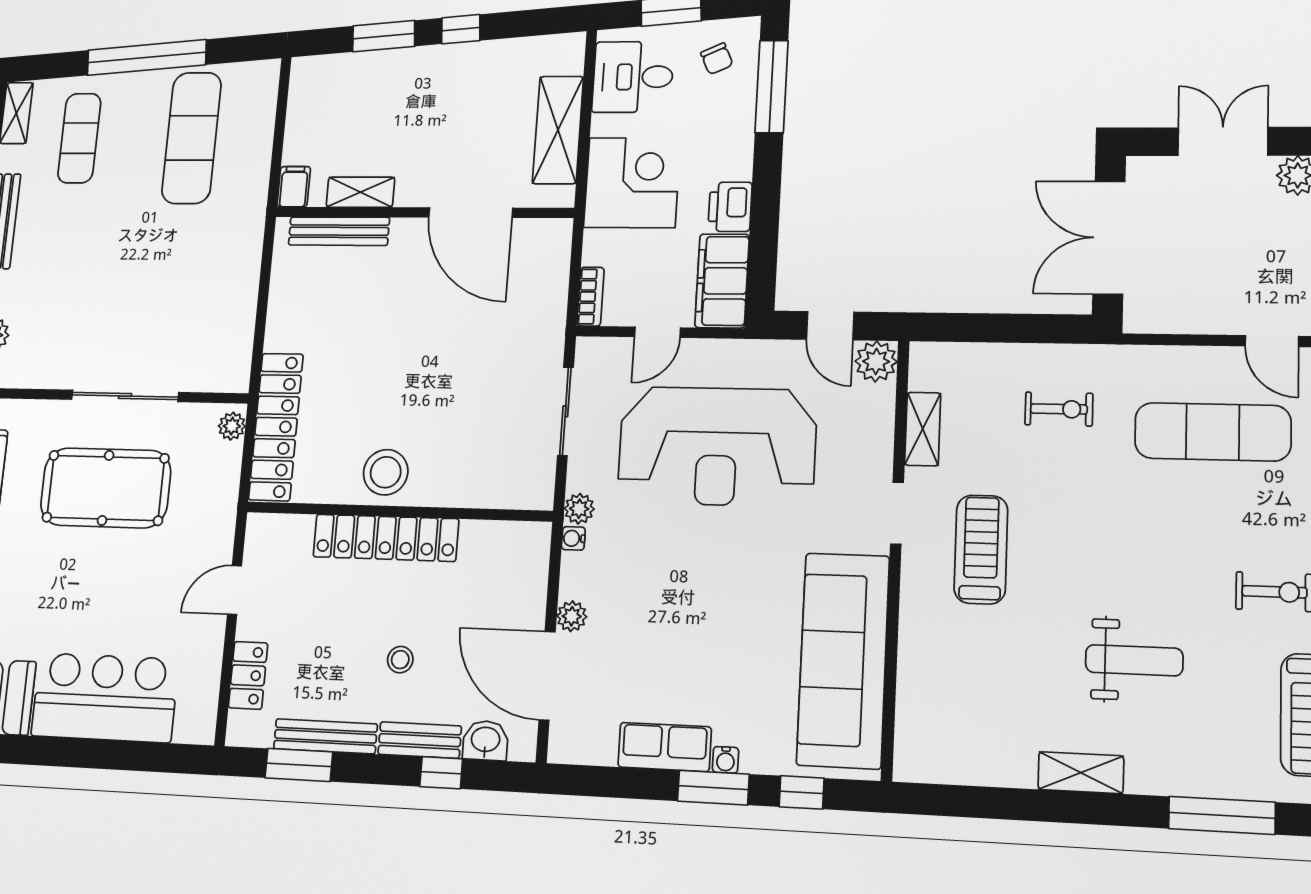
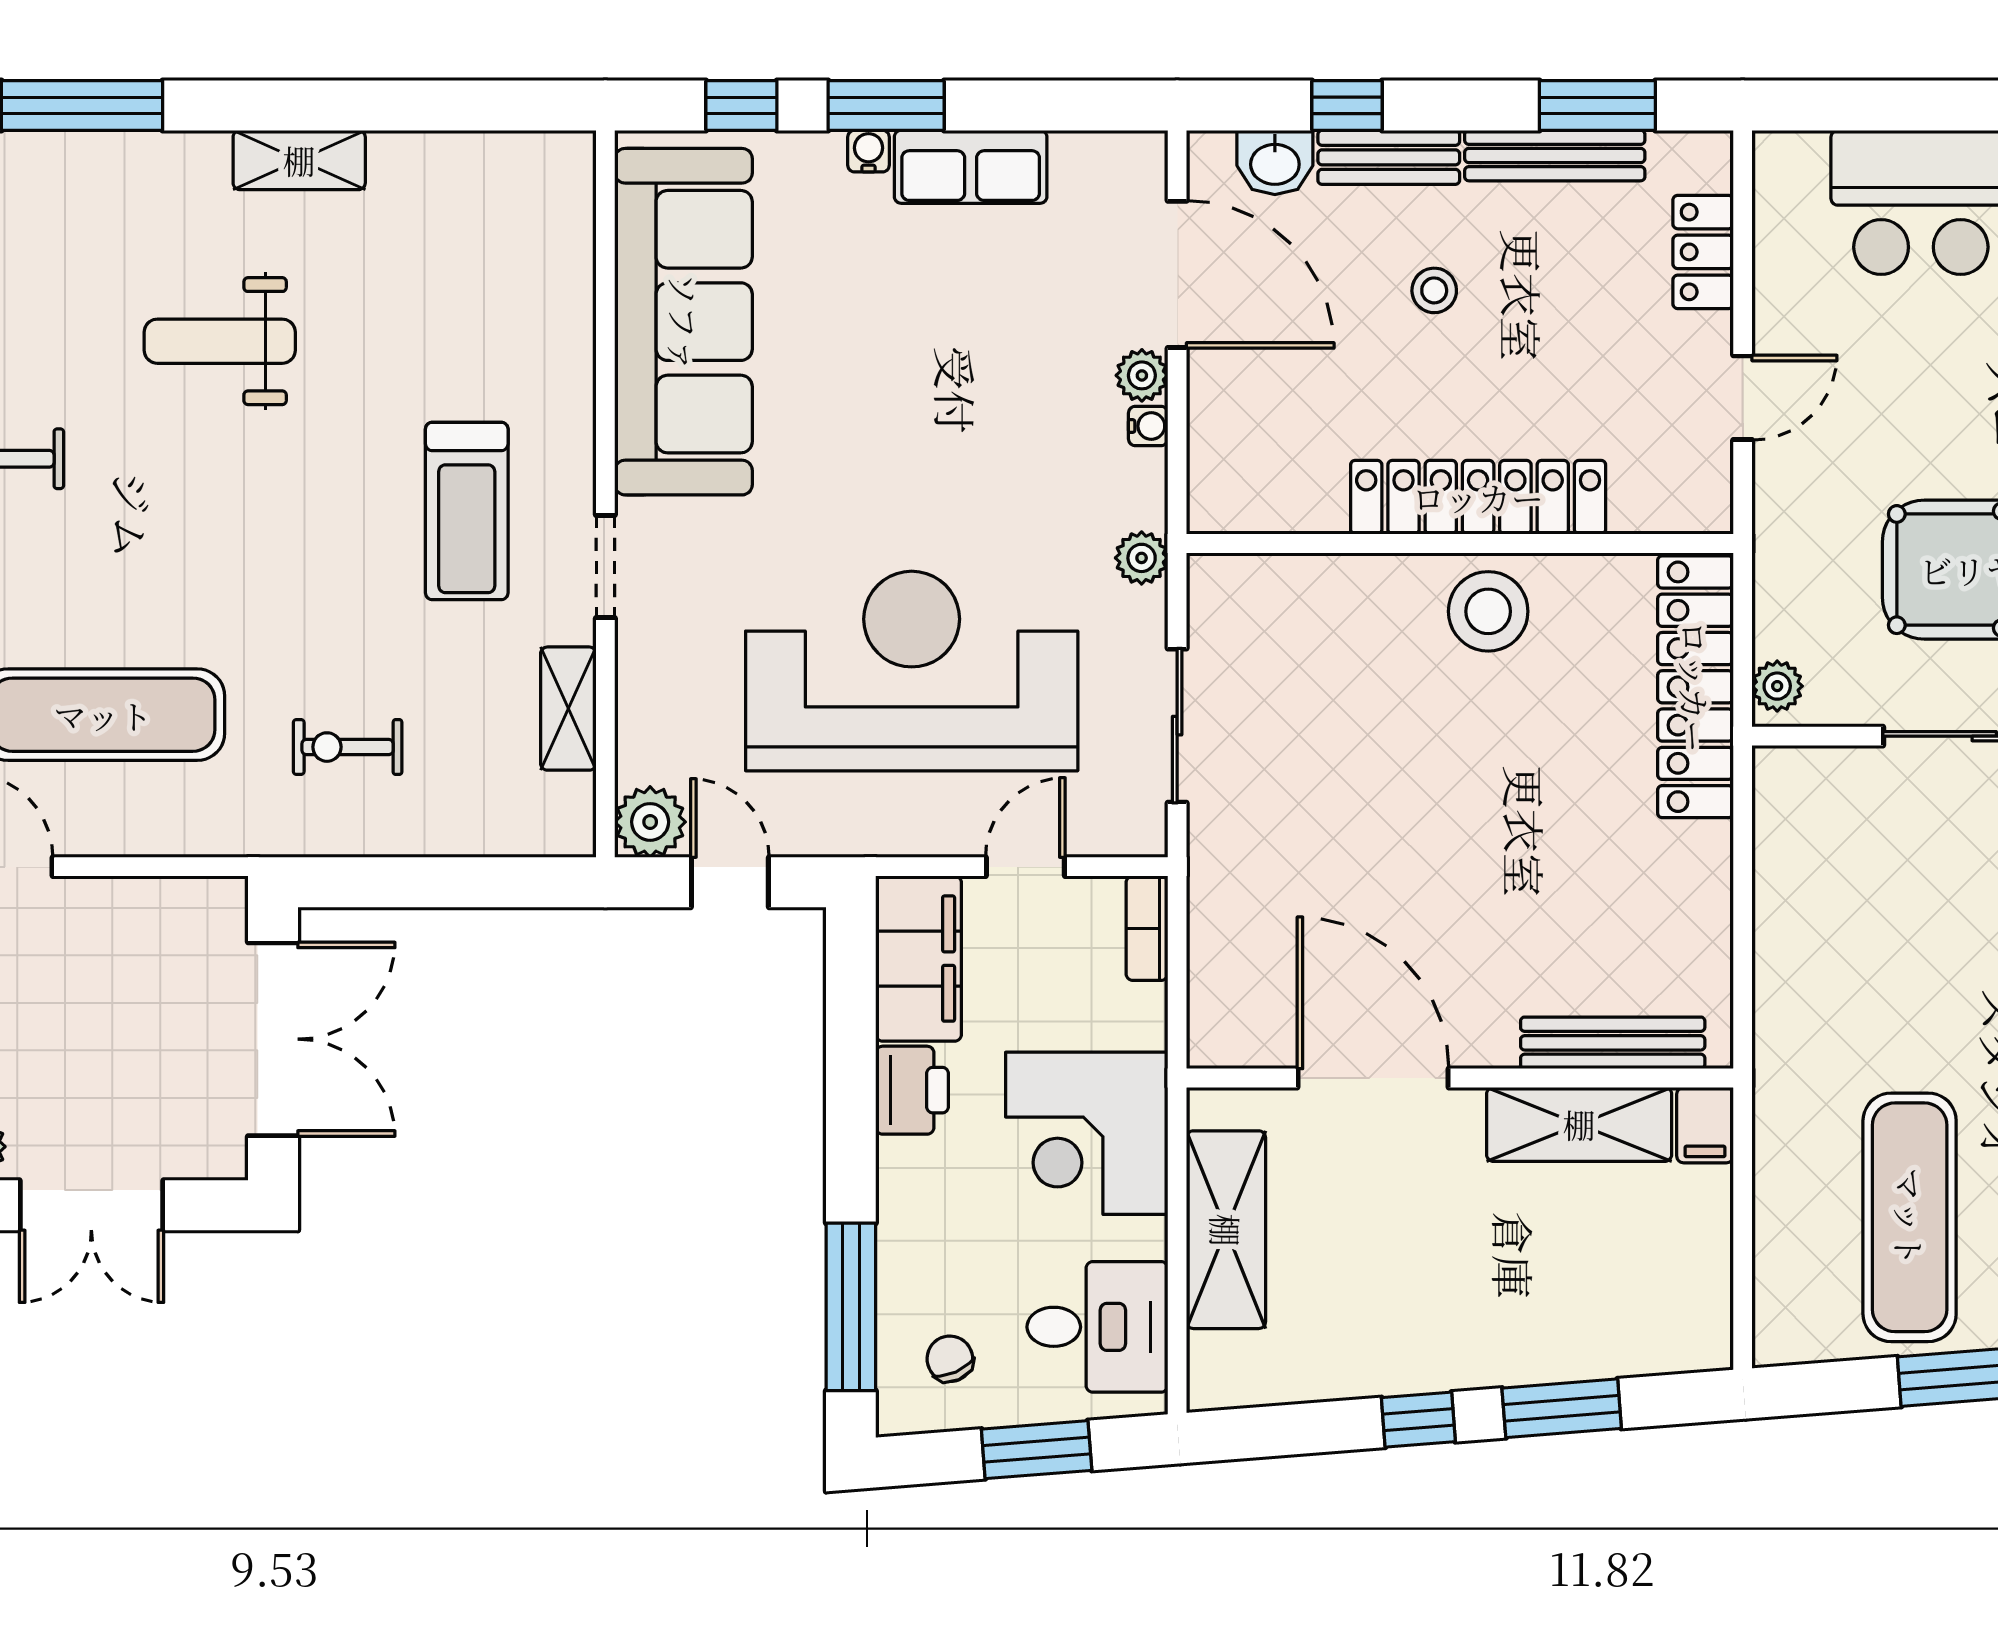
shelving: (360, 192) -> (1579, 1124), width x1.50, depth x1.33
water cooler: (573, 538) -> (1148, 426), moved

